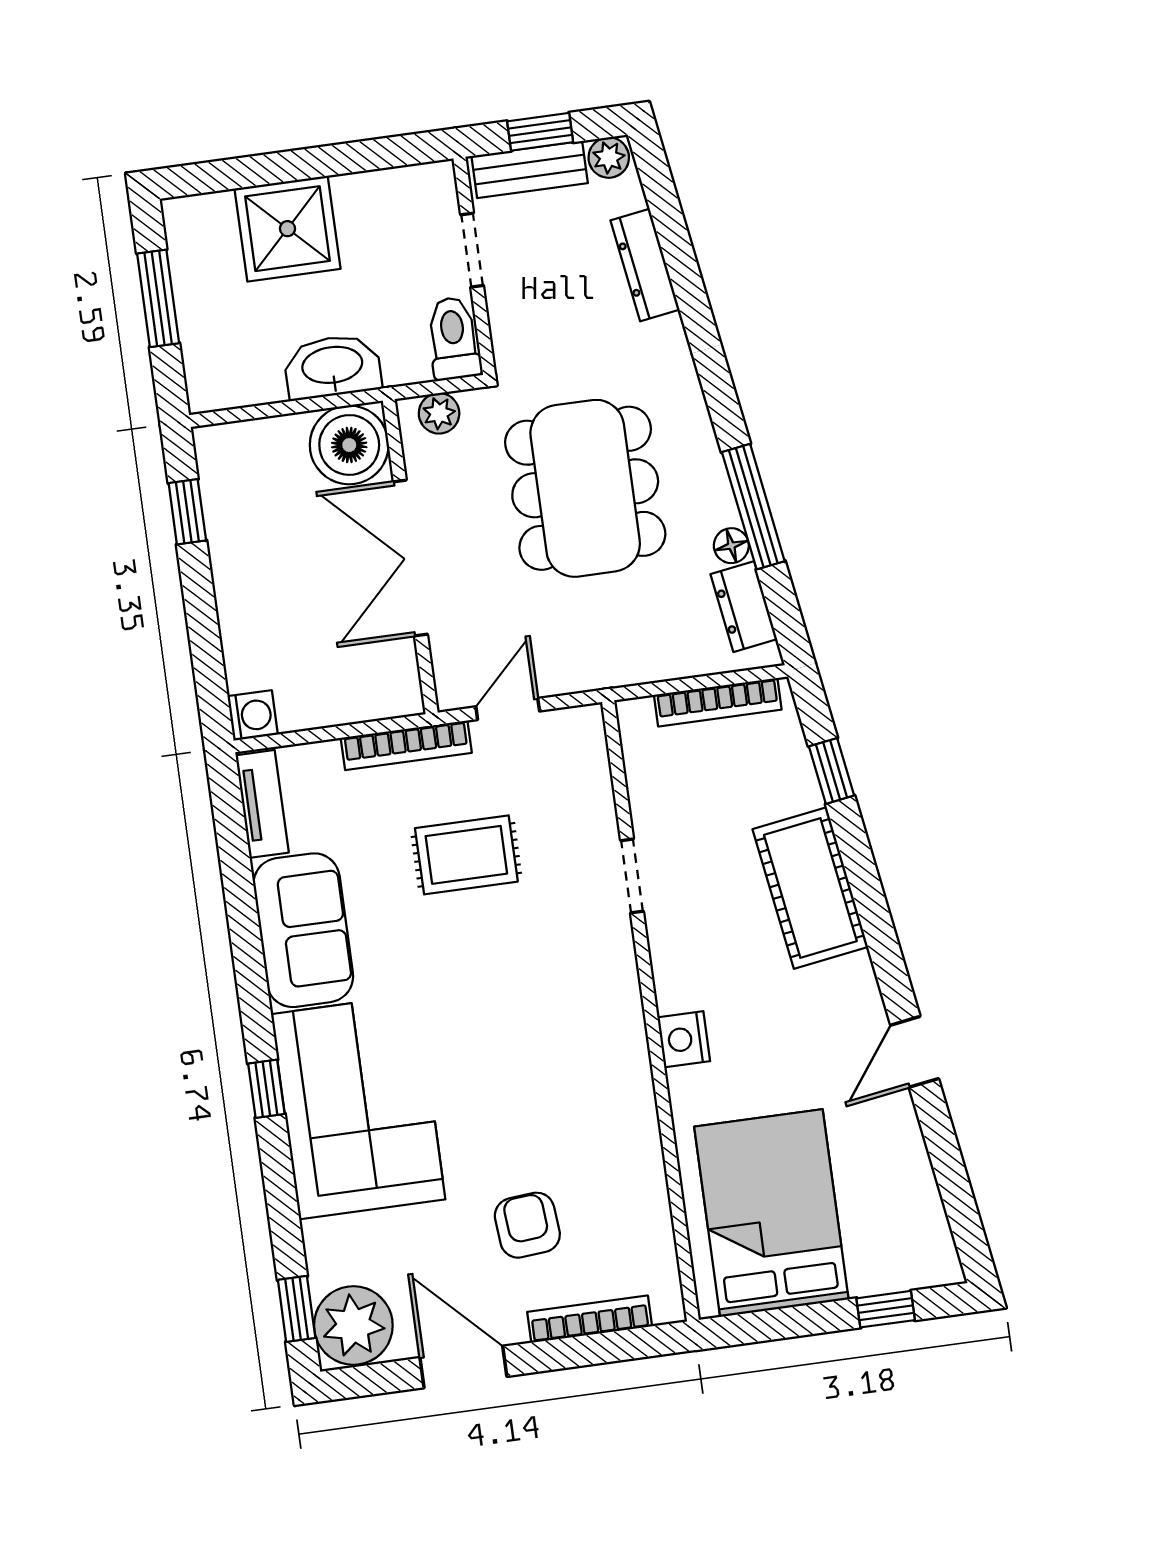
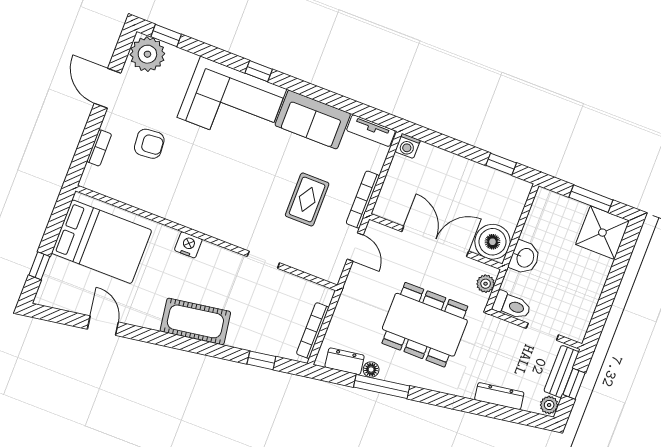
shower: (287, 229) -> (602, 233), moved
washbasin: (332, 367) -> (525, 258), width x0.72
cot: (810, 888) -> (195, 321), moved
door: (915, 1052) -> (103, 326), moved
bookcase: (590, 1319) -> (99, 148), width x0.64
door: (463, 1367) -> (108, 88), swing flipped

